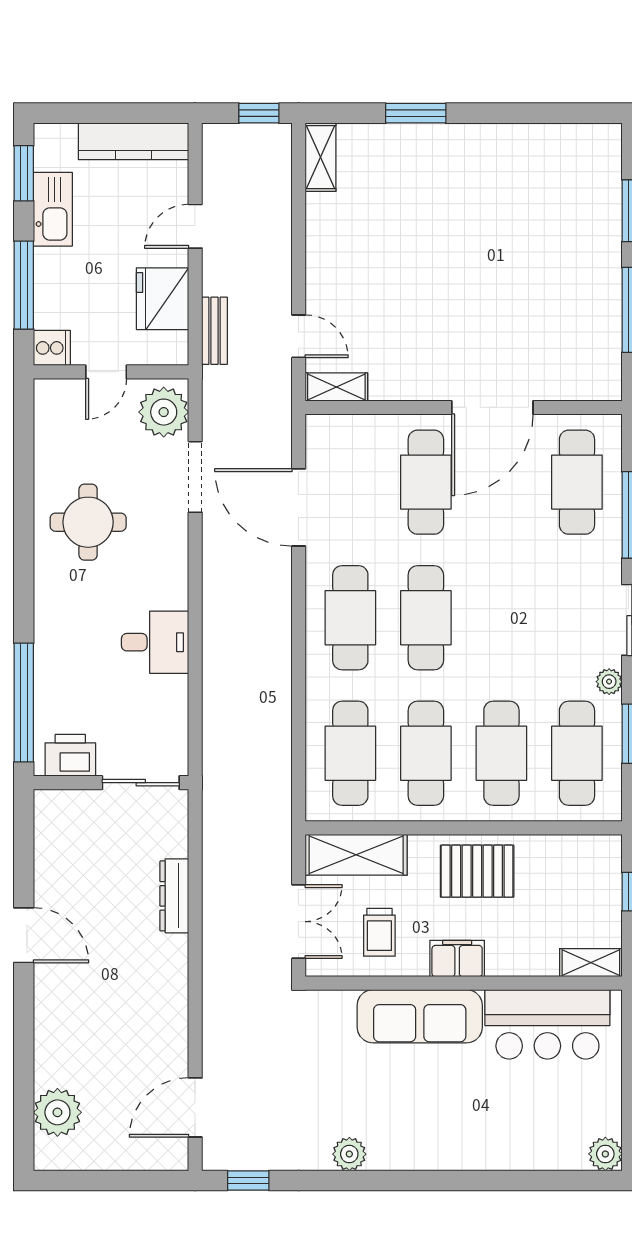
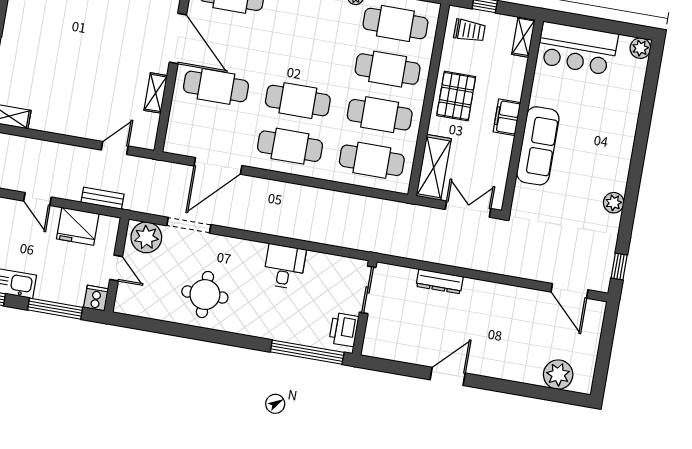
shelving: (336, 387) -> (156, 93), moved
trolley: (379, 932) -> (470, 31), moved
bar counter: (547, 1024) -> (577, 48), moved, turned 90

